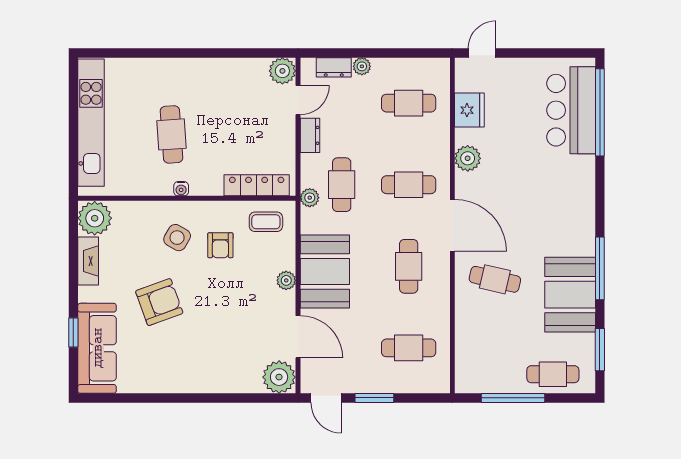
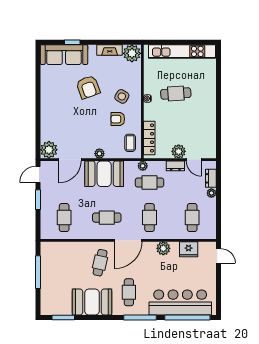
plant: (282, 71) -> (179, 151), moved
bar counter: (571, 110) -> (180, 302), width x1.36
window: (600, 268) -> (140, 318), moved
cafe table: (553, 374) -> (129, 292), moved

